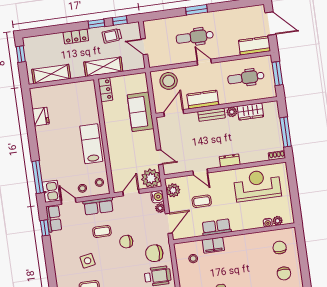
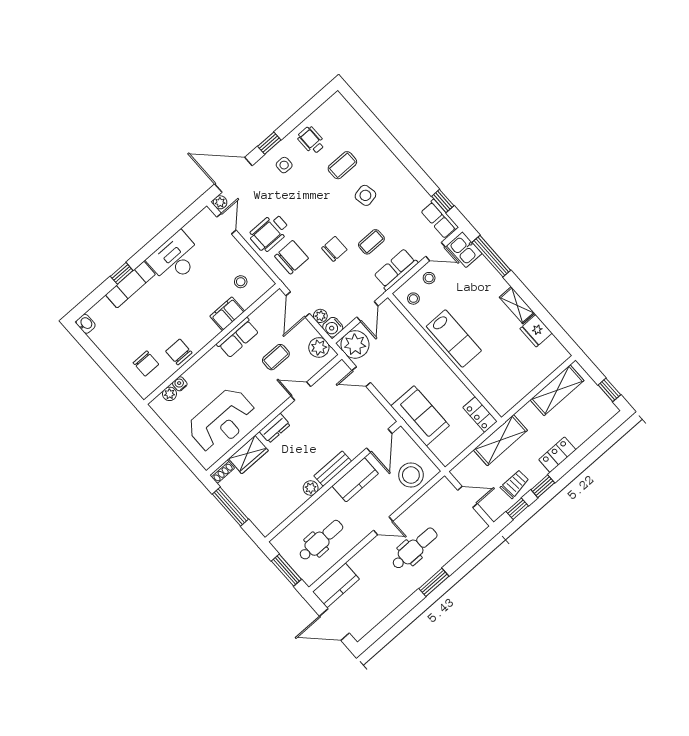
wardrobe: (250, 111) -> (248, 455), moved, turned 180
shelving: (42, 139) -> (517, 305), added
chair: (284, 273) -> (179, 352), moved

